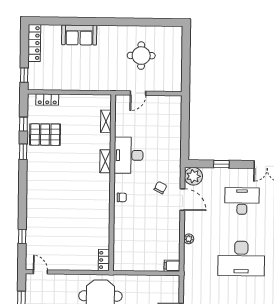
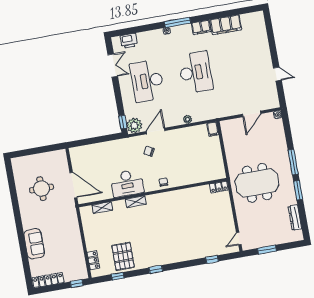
door: (138, 93) -> (73, 185), width x1.87
window: (23, 152) -> (156, 269), moved
window: (221, 164) -> (123, 122), moved
desk: (242, 201) -> (147, 81), width x1.36, depth x1.30

